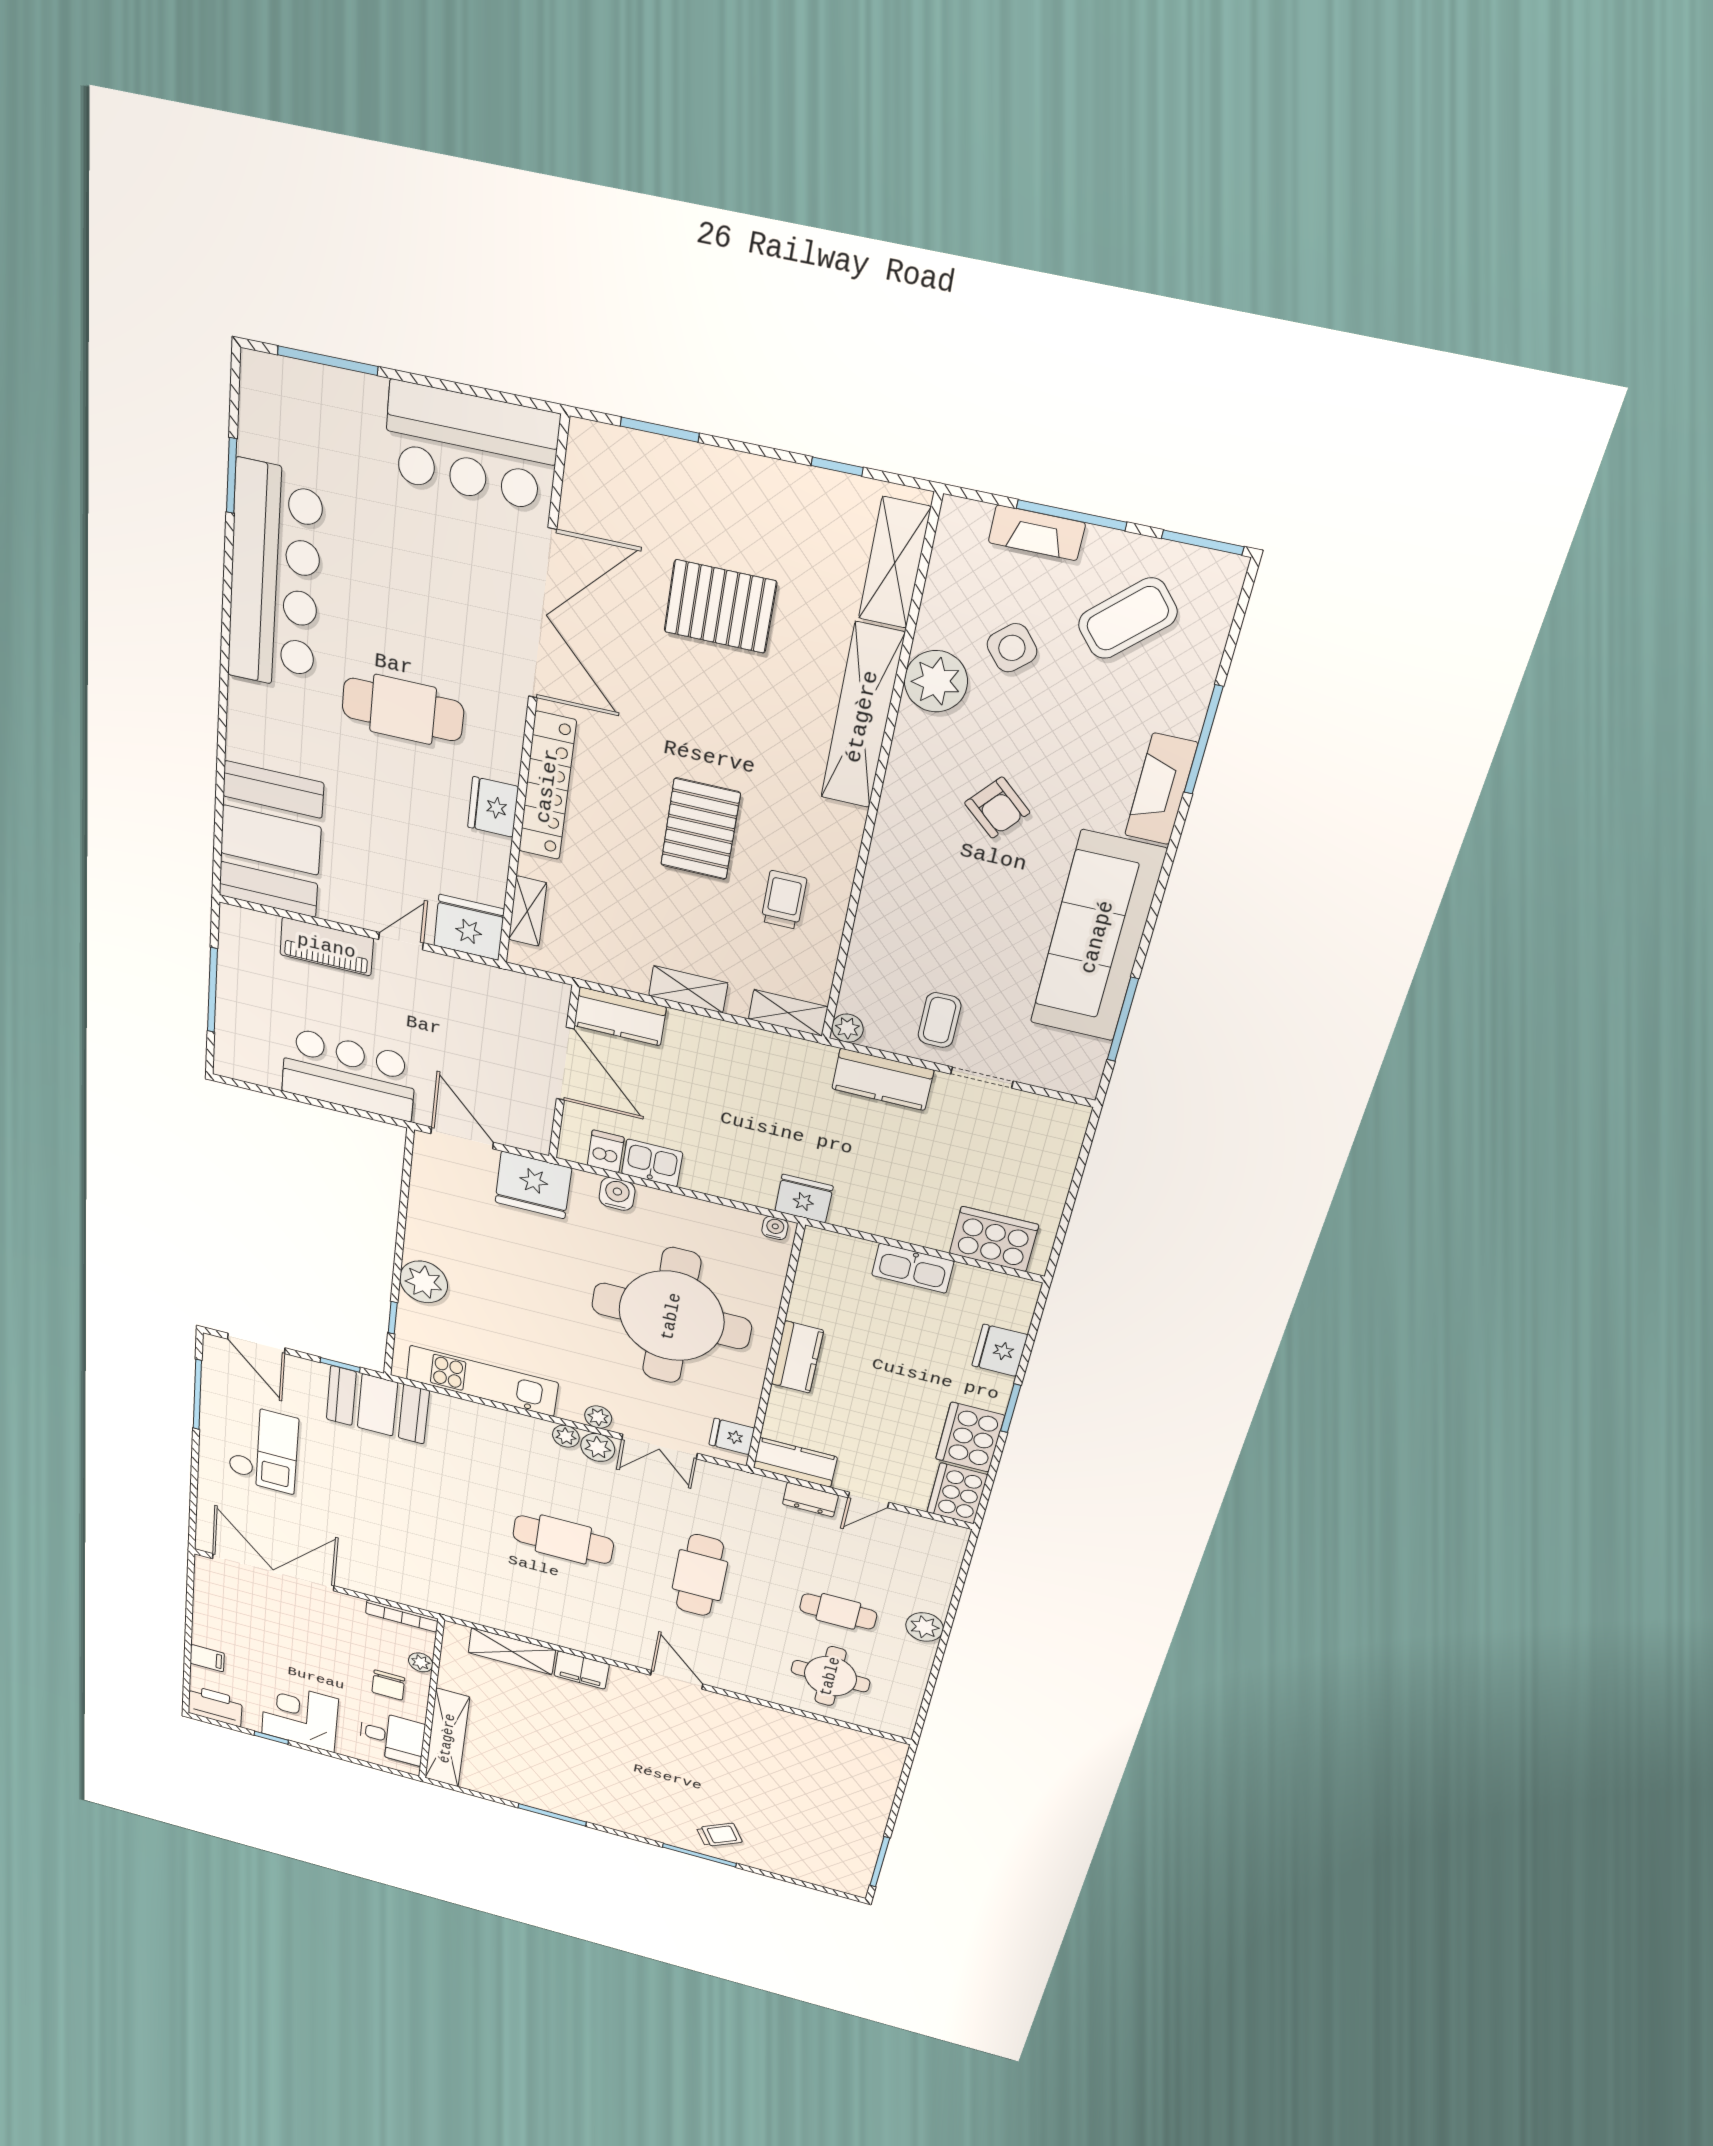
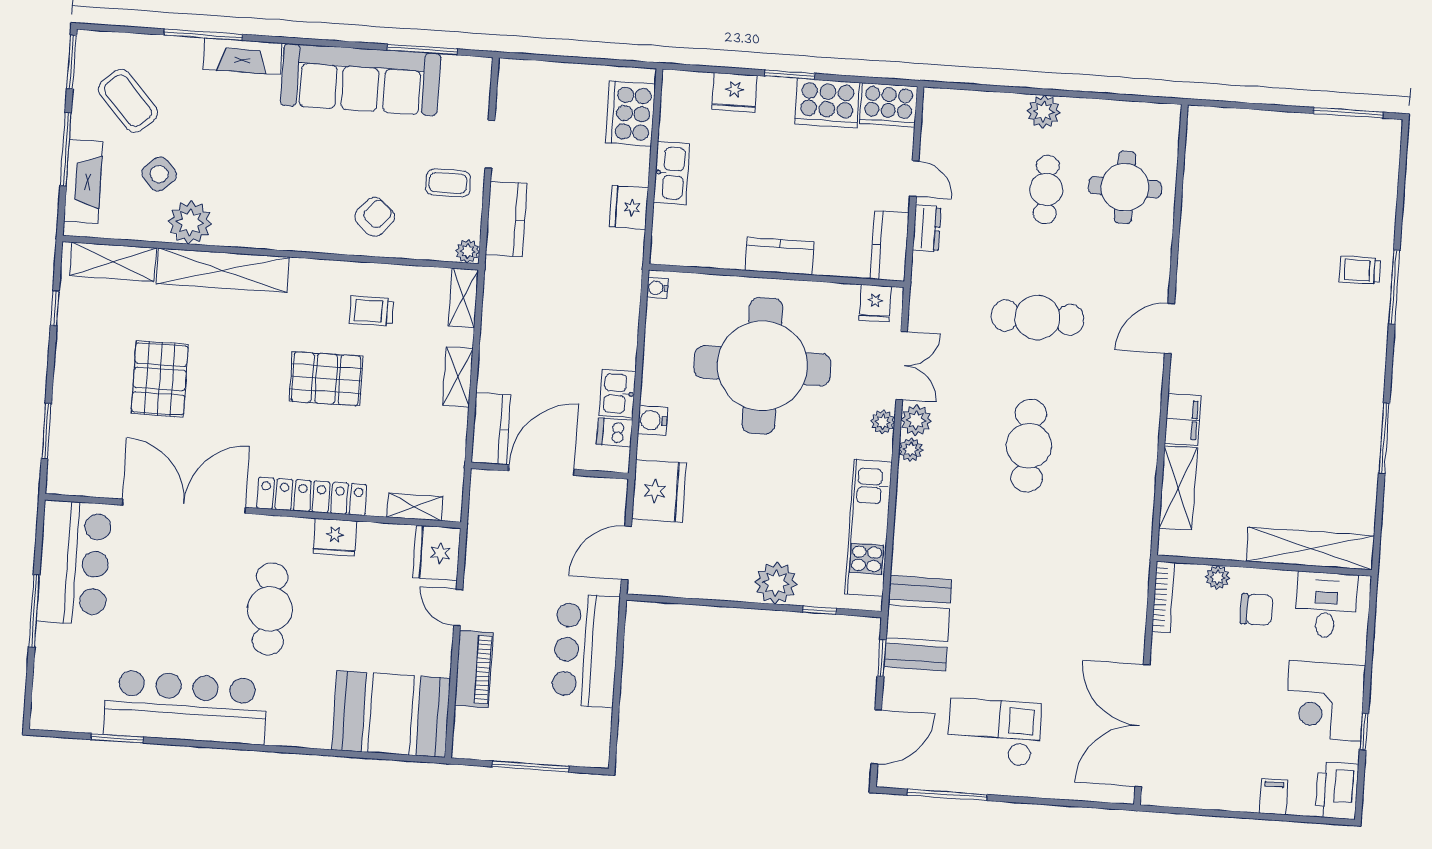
window: (328, 361) -> (34, 611), moved
fireplace: (1037, 533) -> (83, 181), width x1.37, depth x1.32
armchair: (997, 808) -> (375, 217), moved
fridge: (804, 1199) -> (629, 207), moved
trolley: (719, 1835) -> (1360, 270), turned -60

